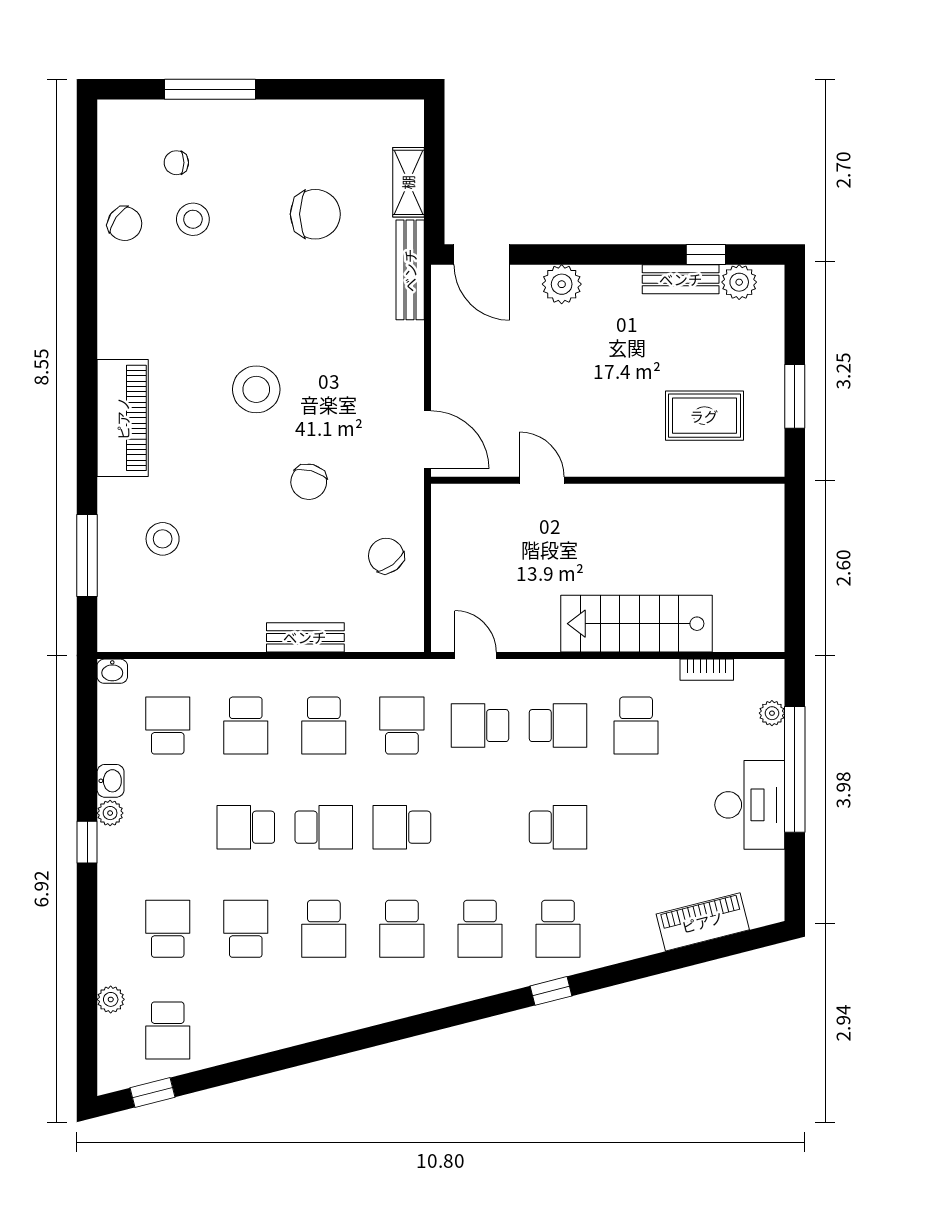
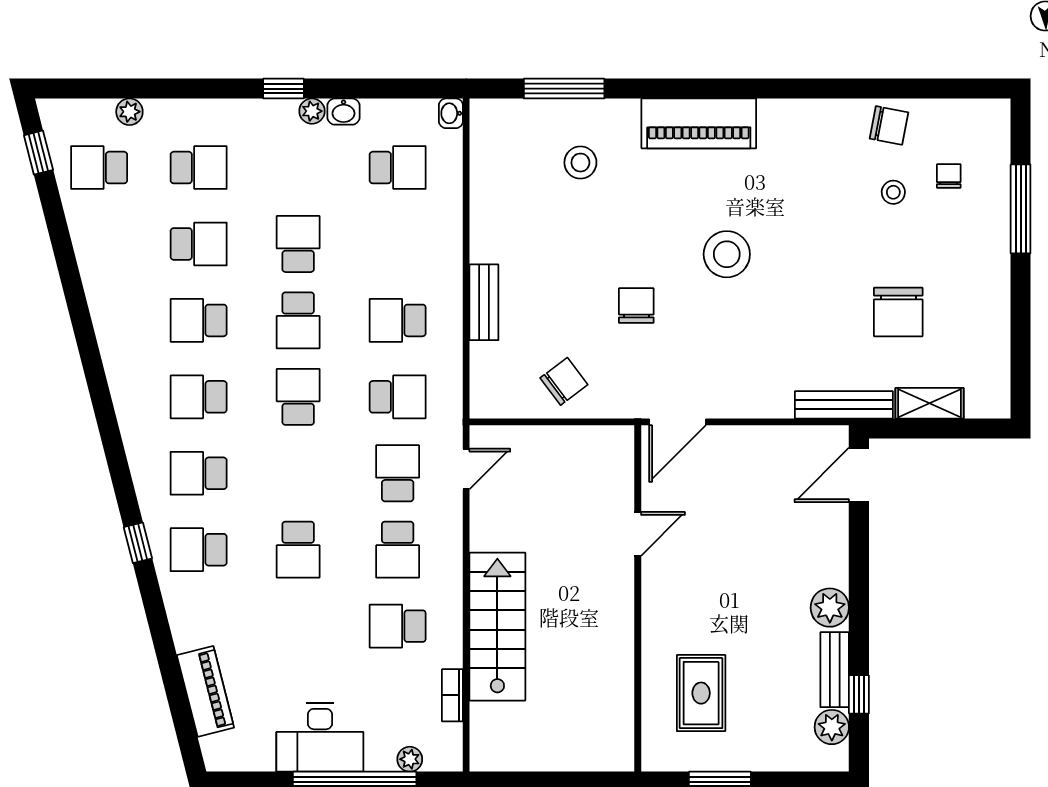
stool: (193, 219) -> (893, 192), width x0.73, depth x0.73
chair: (125, 224) -> (889, 125), turned -114
plant: (562, 284) -> (830, 608), moved
chair: (309, 482) -> (636, 306), turned 75
school desk: (246, 726) -> (398, 244), removed

